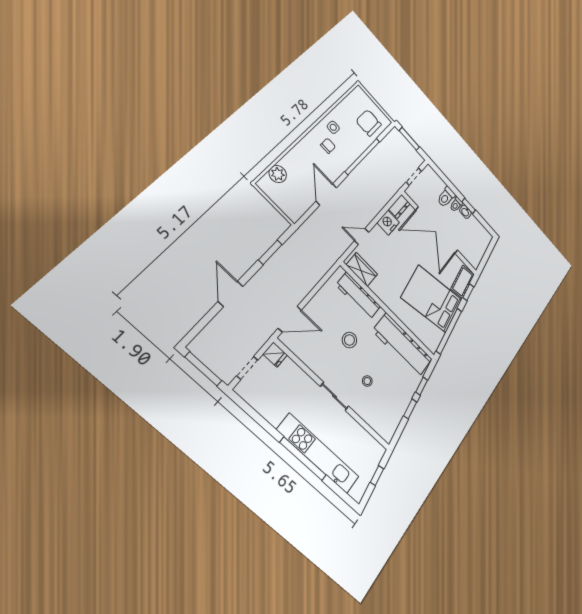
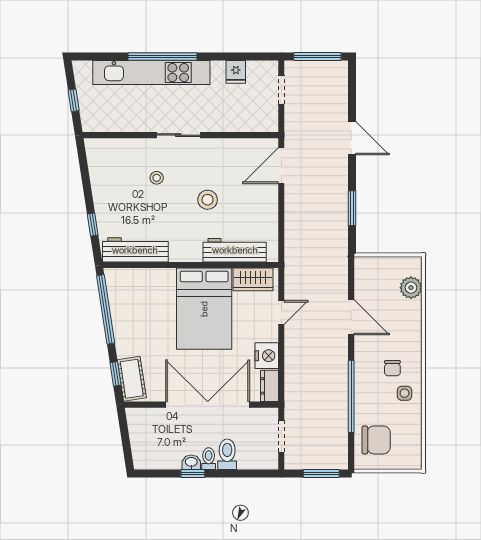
bed: (432, 299) -> (204, 309), moved, turned 99
workbench: (403, 345) -> (135, 250), width x0.73, depth x0.76
fridge: (275, 355) -> (236, 72), moved, turned -90
window: (410, 409) -> (88, 191), removed

